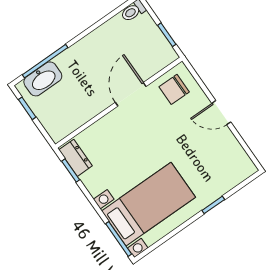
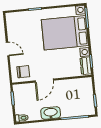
washbasin: (43, 79) -> (51, 113), moved
bed with nightstands: (148, 204) -> (65, 33), width x1.36

